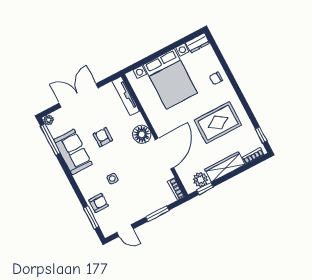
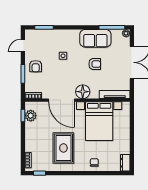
bed with nightstands: (170, 79) -> (99, 121), moved, turned -90
wardrobe: (225, 167) -> (31, 137), removed
armchair: (99, 203) -> (36, 66), moved

